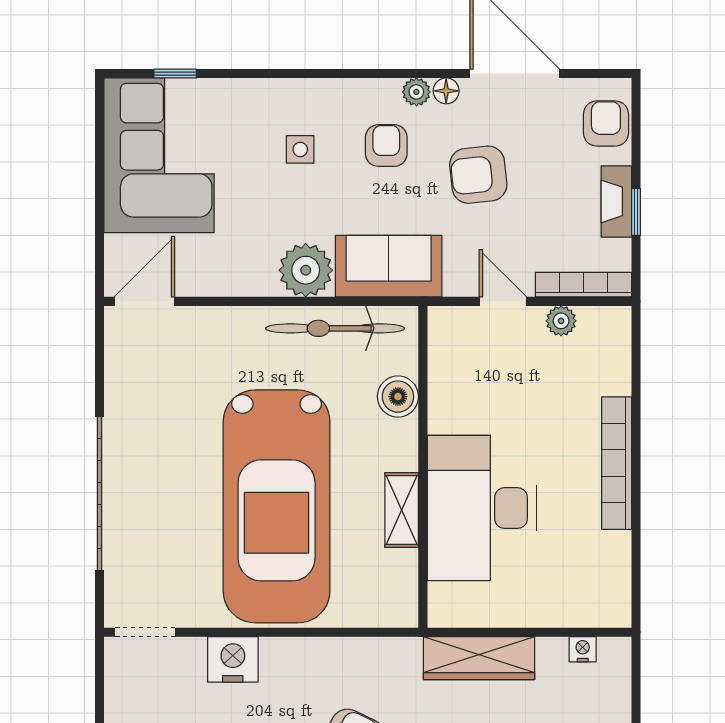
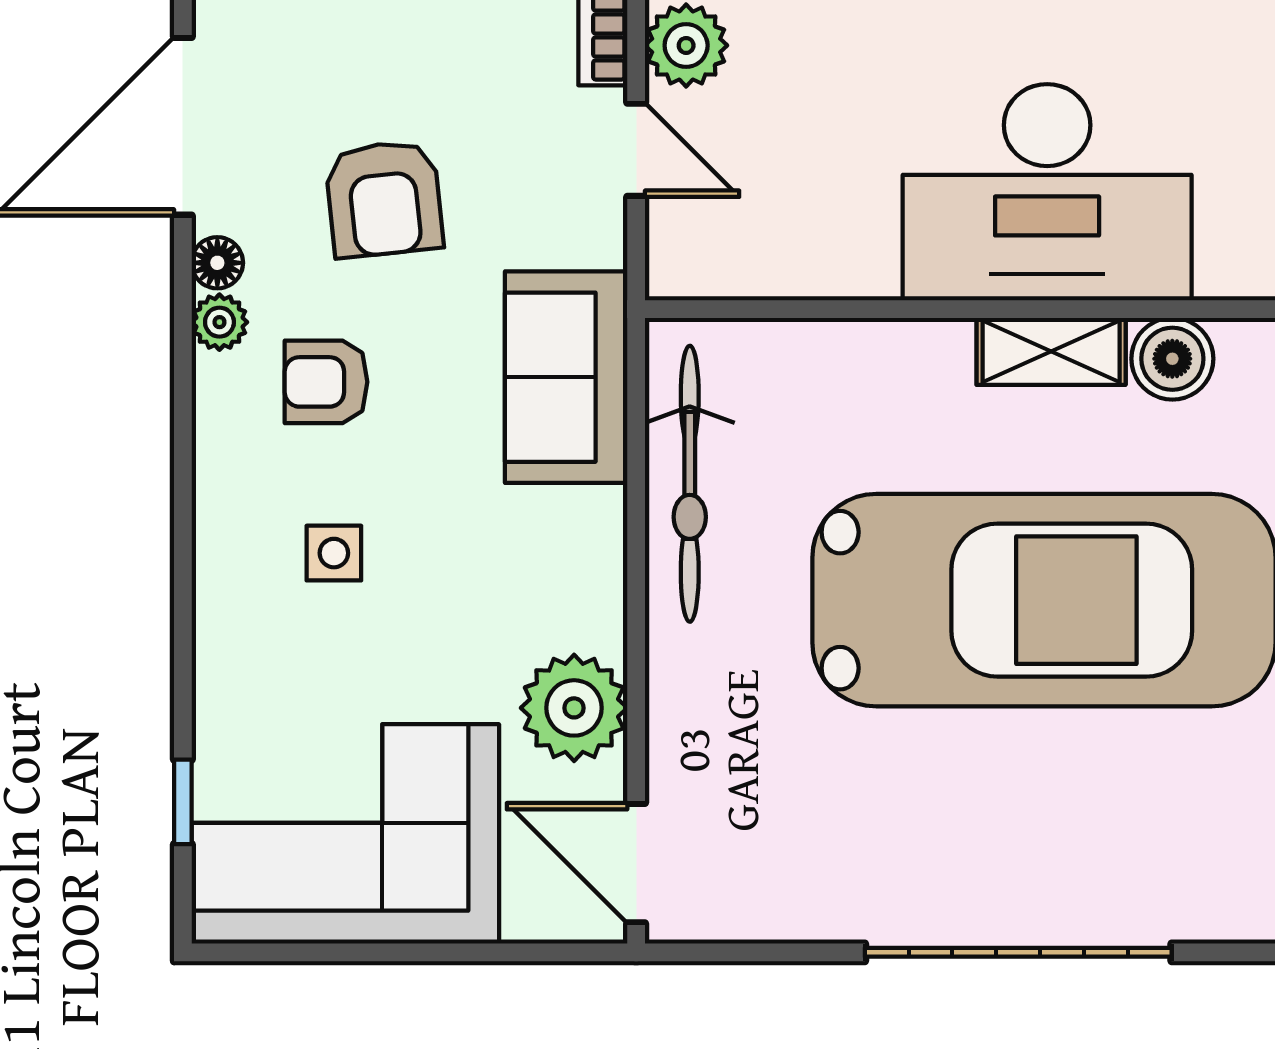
plant: (306, 270) -> (574, 708), moved
door: (503, 301) -> (636, 150), swing flipped
plant: (561, 321) -> (686, 45), width x1.38, depth x1.38
boiler: (398, 397) -> (1172, 359), moved

